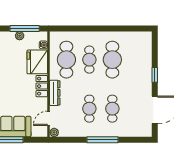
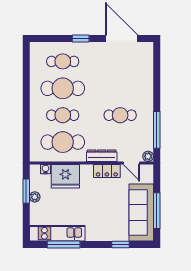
window: (25, 28) -> (26, 191), width x0.69
locker: (42, 86) -> (107, 171), moved
cafe table: (112, 109) -> (63, 61), moved
window: (103, 140) -> (157, 130), moved

